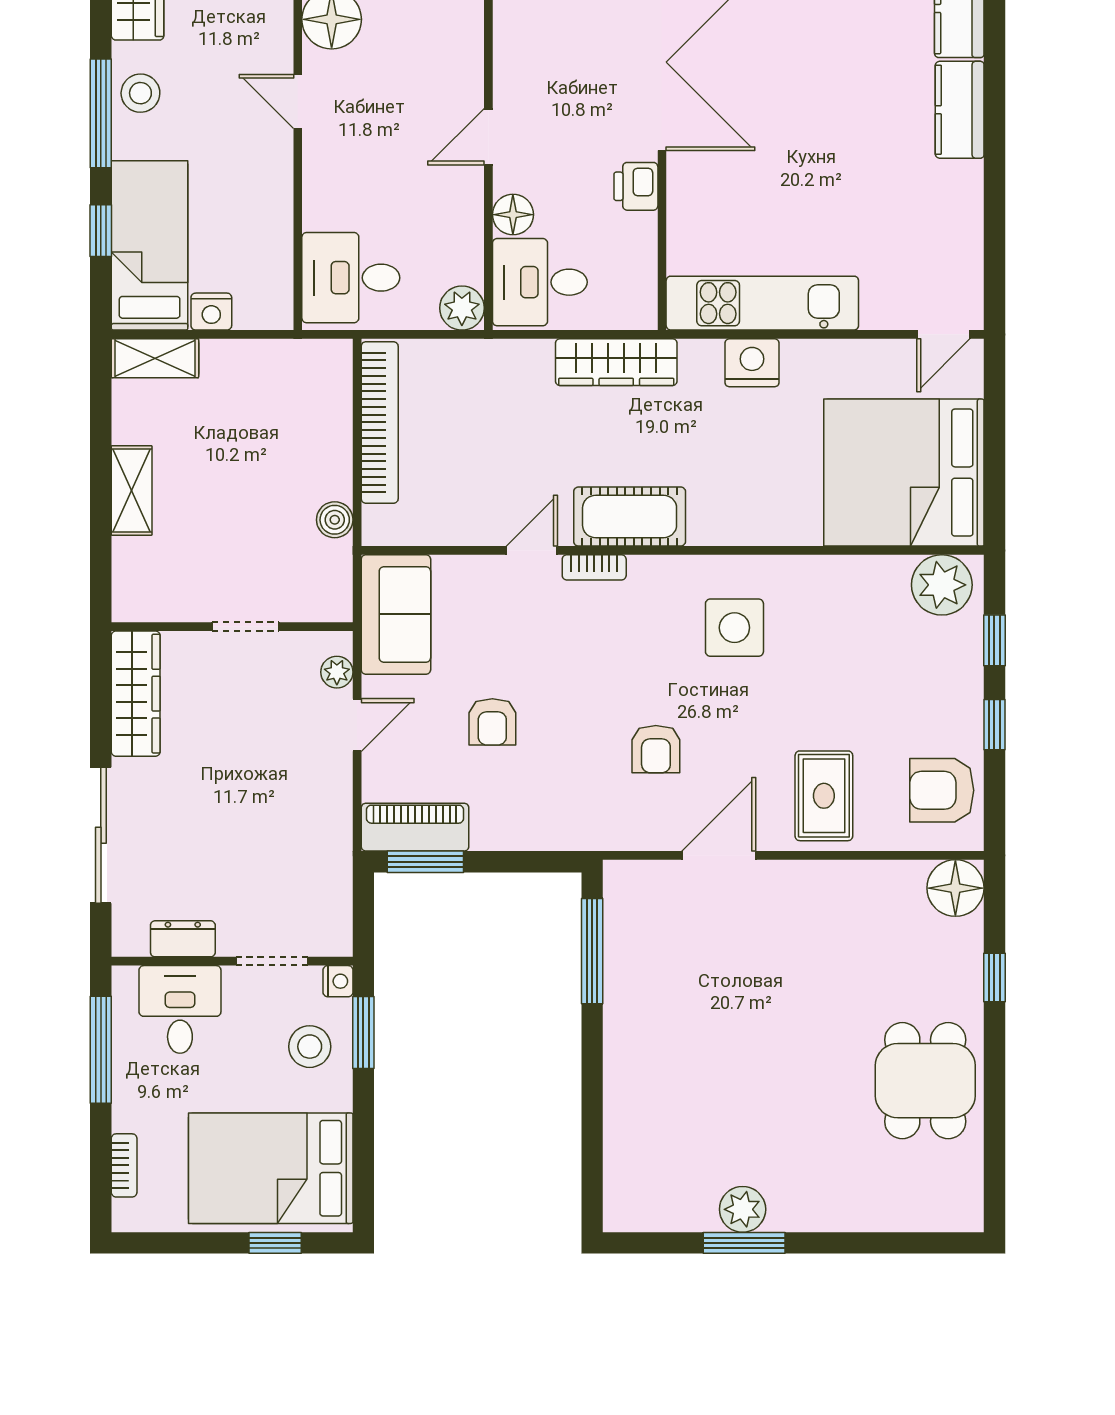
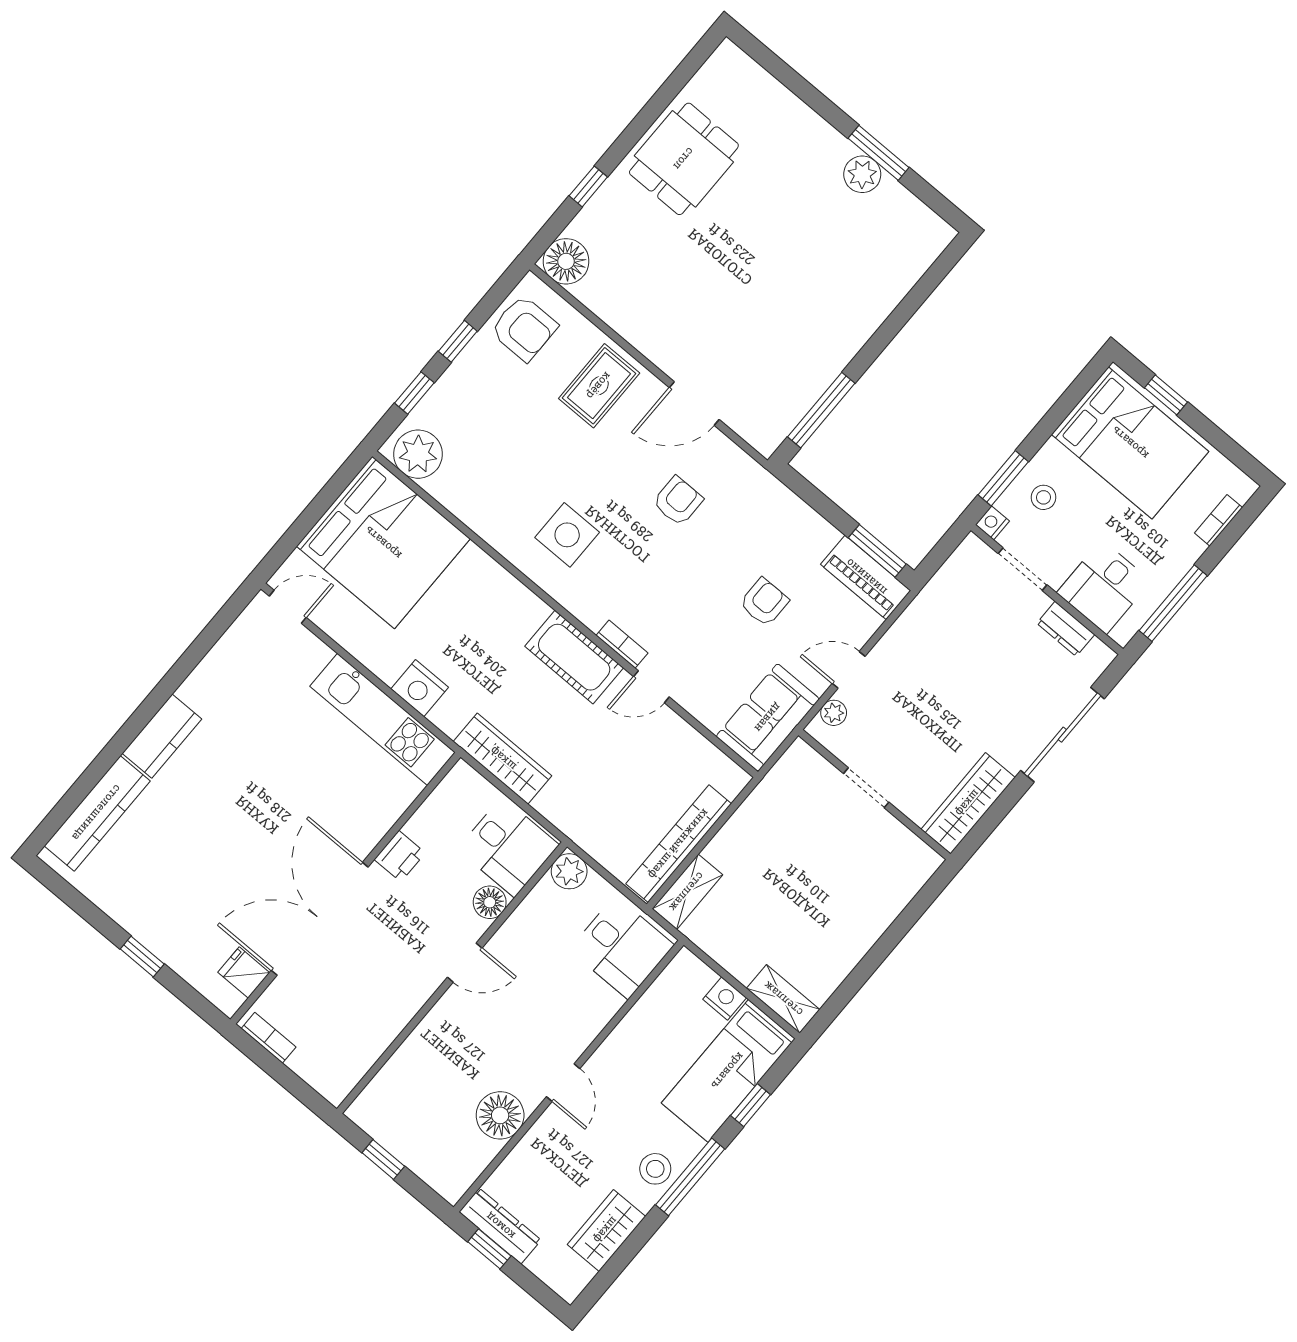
shelving: (132, 490) -> (687, 892), moved
boiler: (335, 520) -> (756, 807), removed
stool: (310, 1047) -> (1043, 497), width x0.73, depth x0.73

